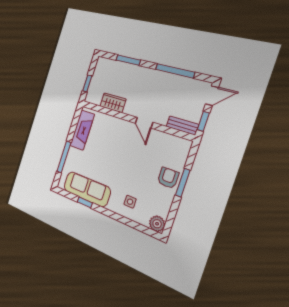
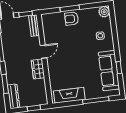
dresser: (110, 65) -> (13, 96), added
wardrobe: (113, 103) -> (38, 69), moved

